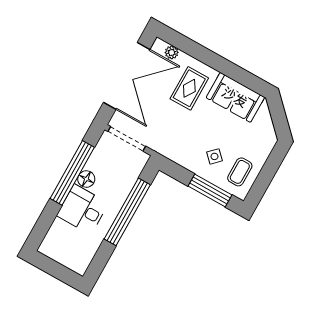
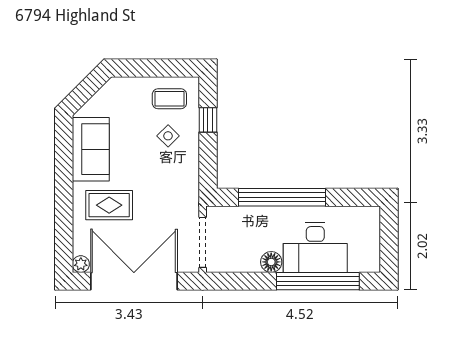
plant: (172, 52) -> (81, 264), moved
window: (72, 173) -> (318, 281), moved
window: (210, 191) -> (208, 120), width x0.46
desk: (83, 209) -> (315, 247), width x1.37

